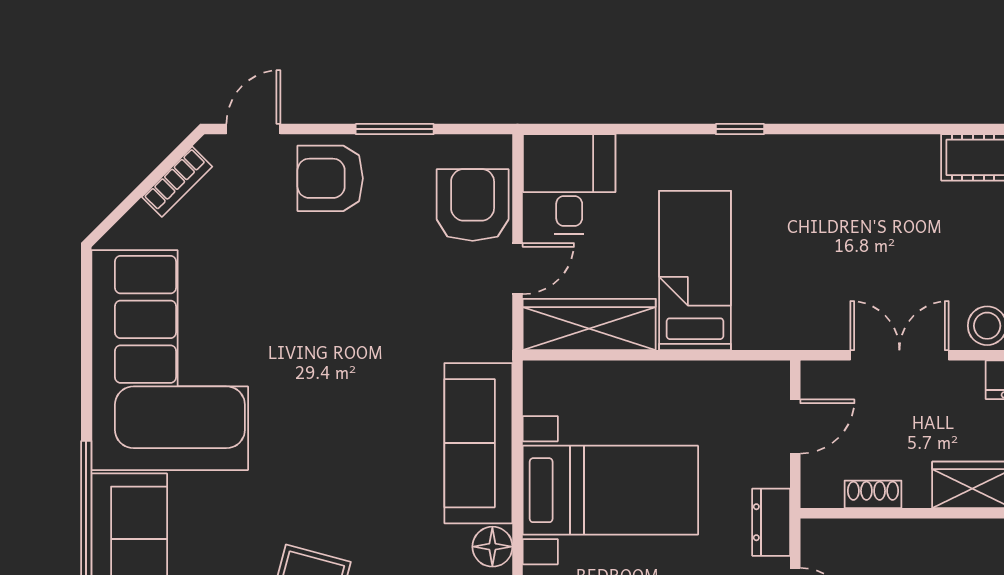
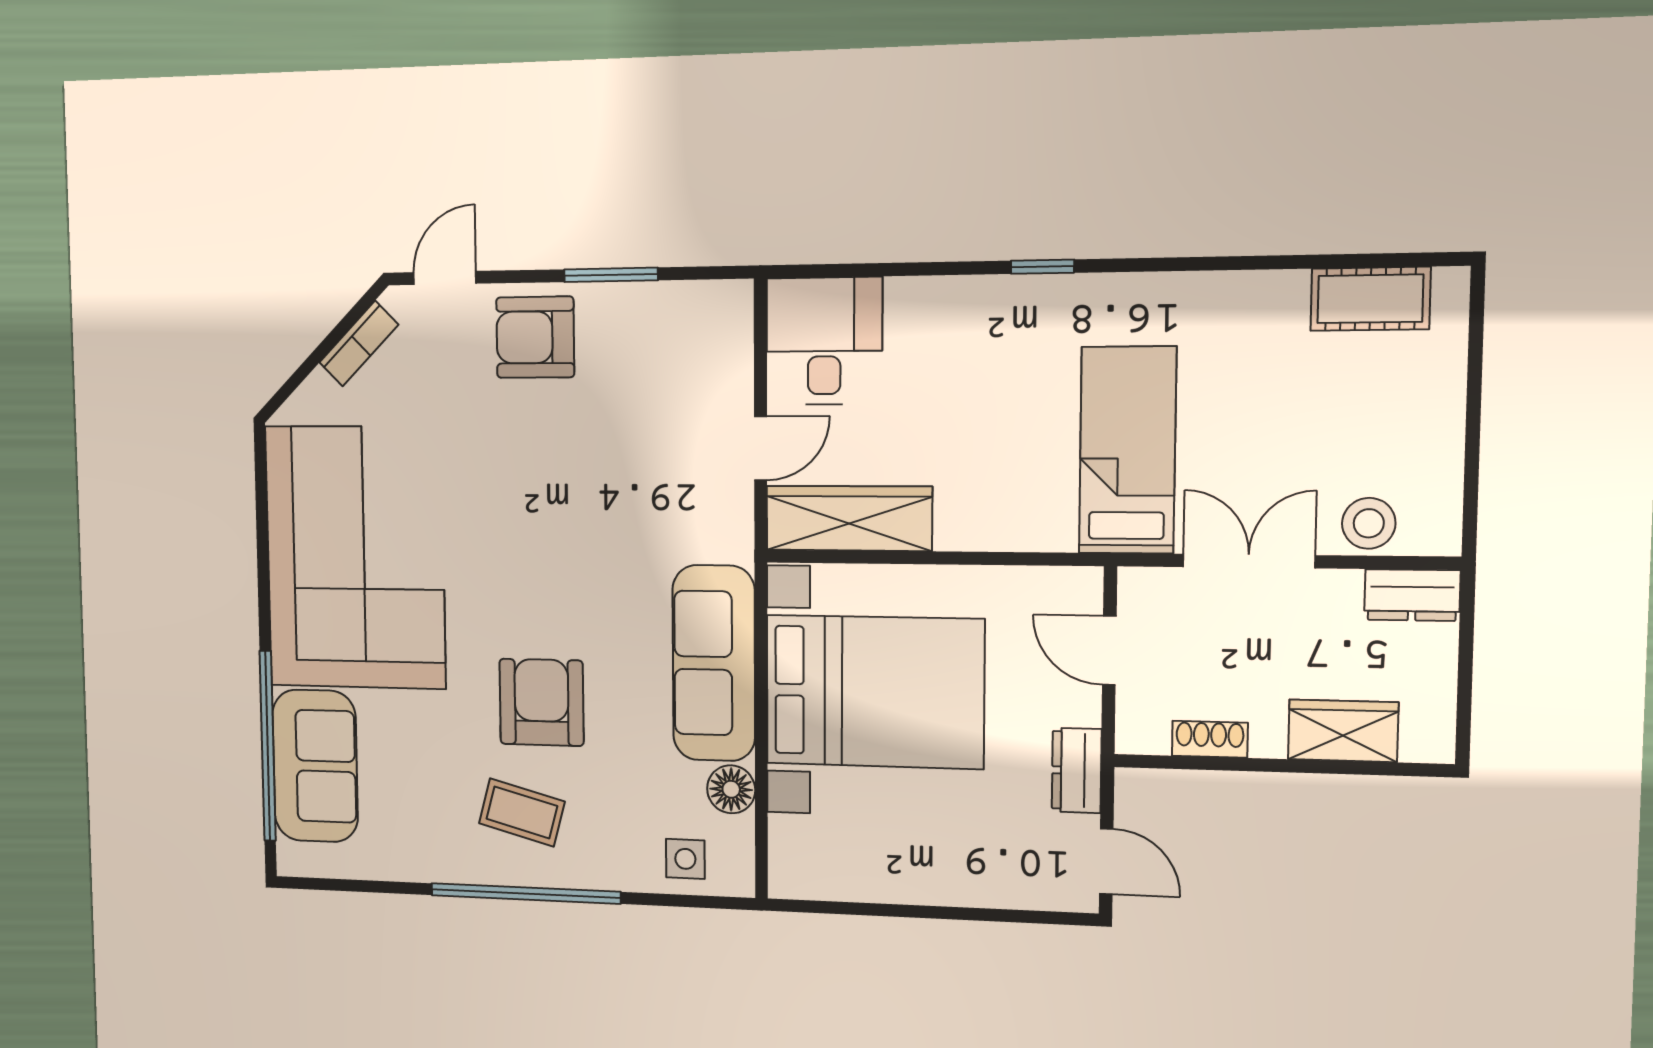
armchair: (473, 205) -> (541, 702), moved
bed: (695, 270) -> (1127, 450), moved
door: (795, 426) -> (1109, 650), swing flipped
bed with nightstands: (610, 490) -> (875, 692), width x1.36

